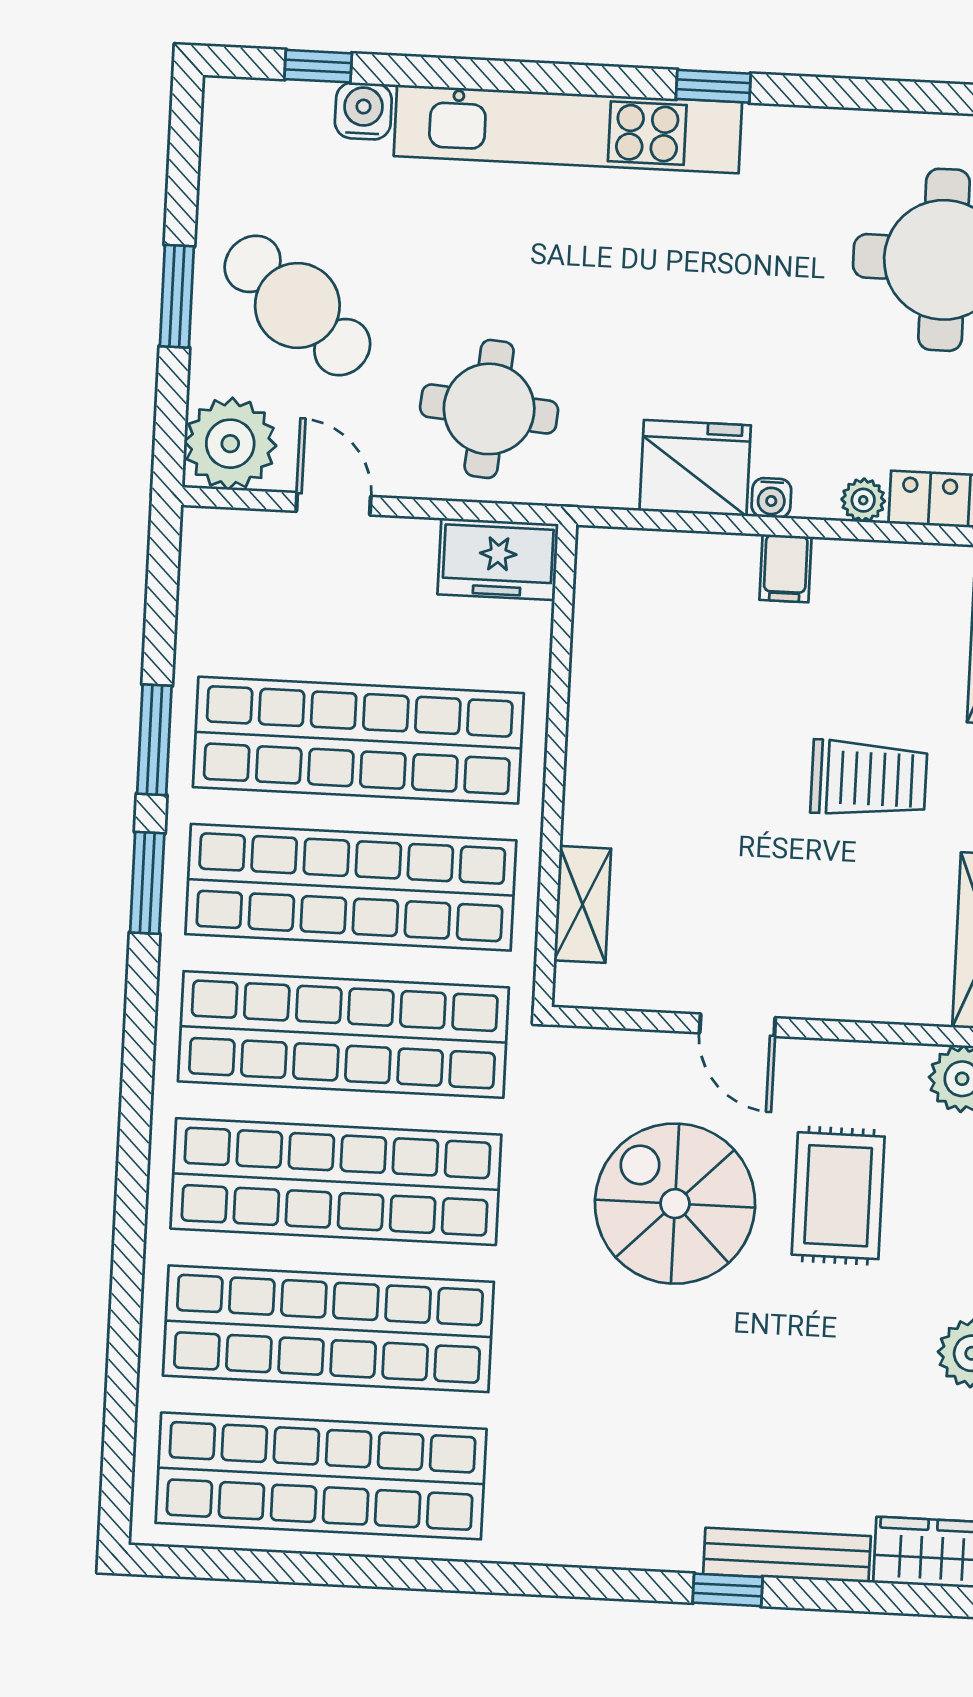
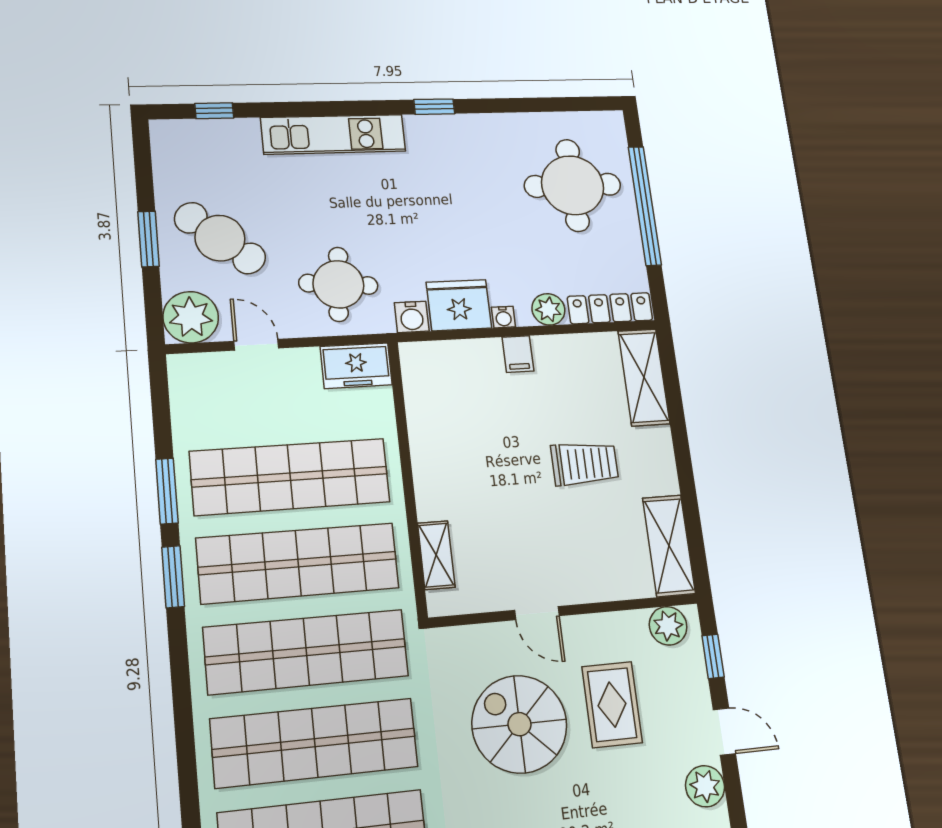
water cooler: (363, 111) -> (412, 317), moved, turned 180
kitchen unit: (568, 129) -> (333, 134), width x0.73
plant: (863, 500) -> (548, 309), width x1.38, depth x1.38

